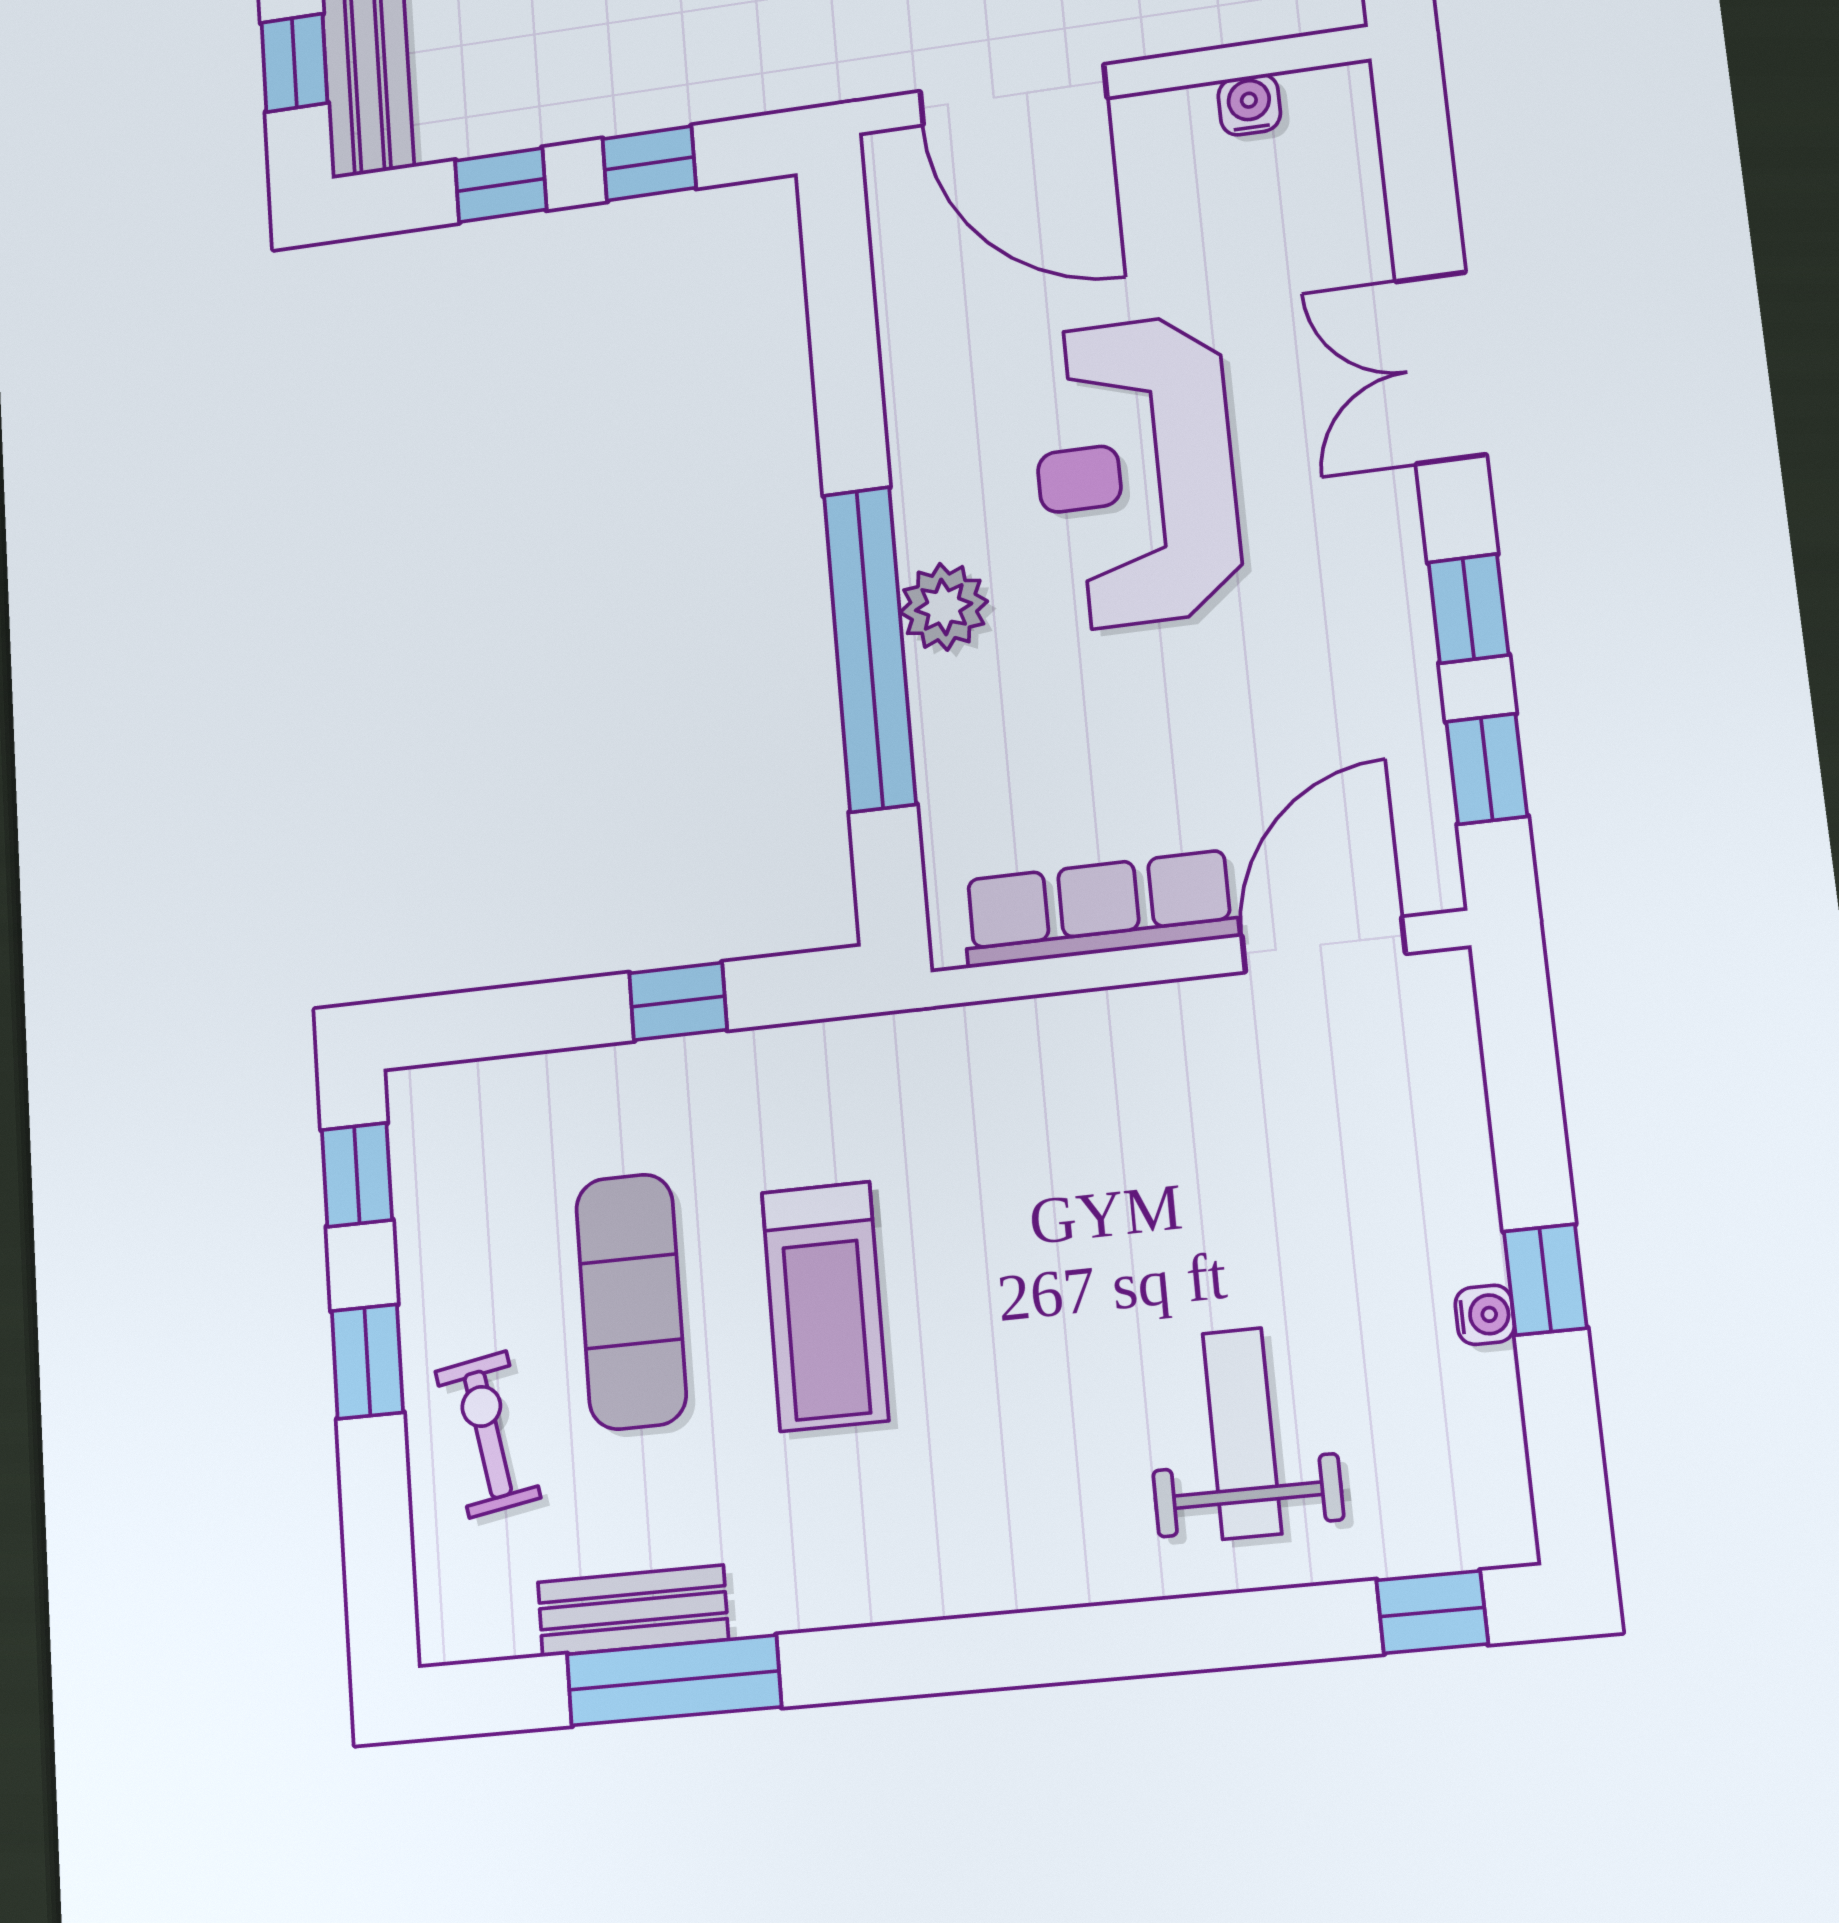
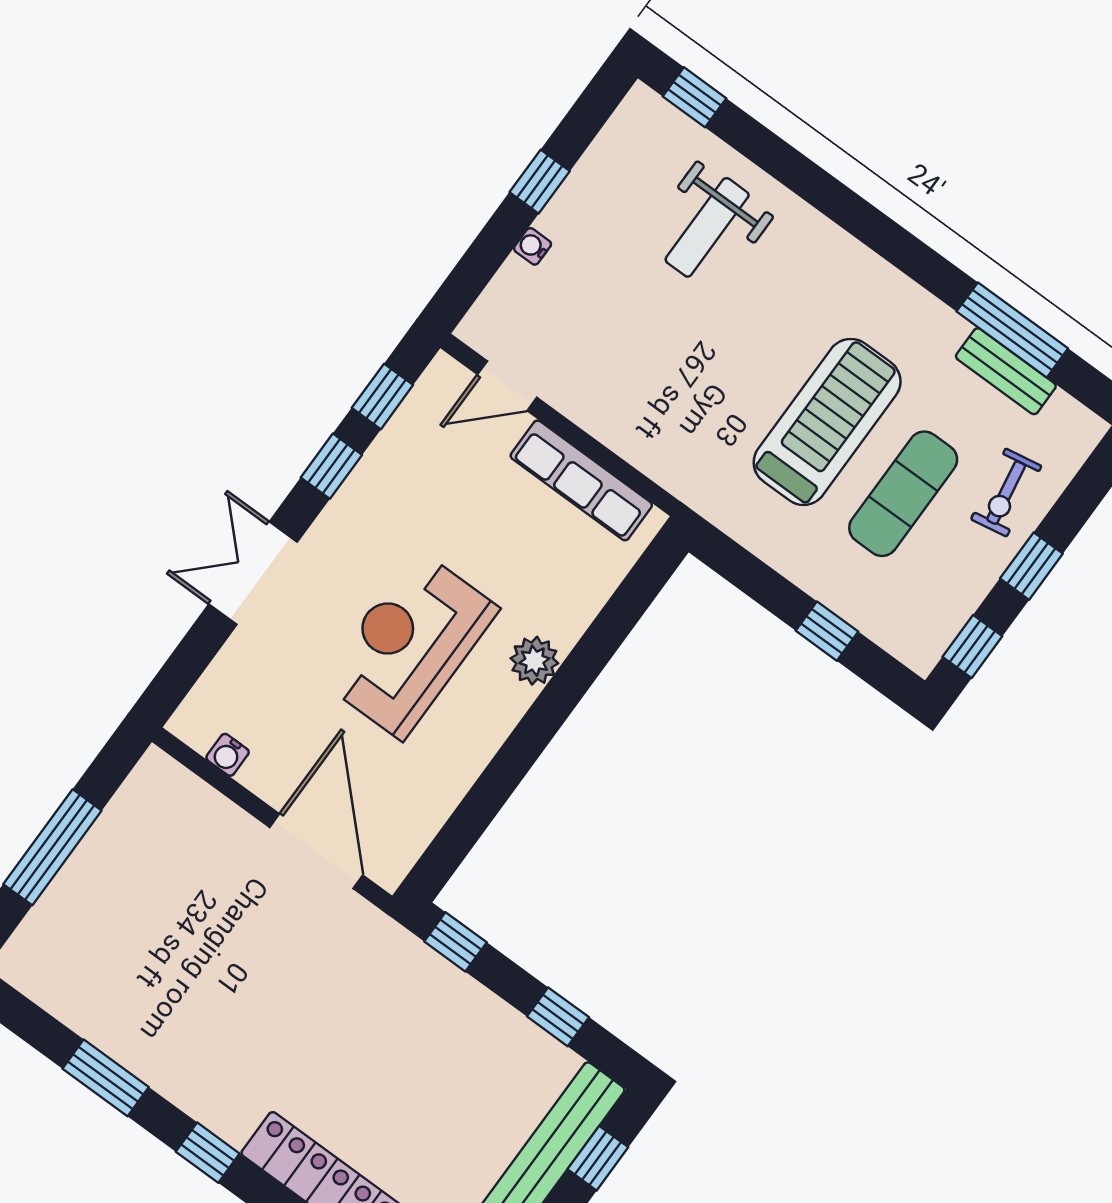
window: (649, 163) -> (455, 942), moved
double door: (1441, 368) -> (253, 573), swing flipped
reception desk: (1135, 472) -> (410, 645), turned 180
window: (870, 649) -> (579, 671), removed
door: (1323, 945) -> (507, 386), width x0.73
window: (678, 1001) -> (827, 631), moved
treadmill: (825, 1306) -> (827, 422), width x1.37, depth x1.38
water cooler: (1485, 1315) -> (533, 246), moved

